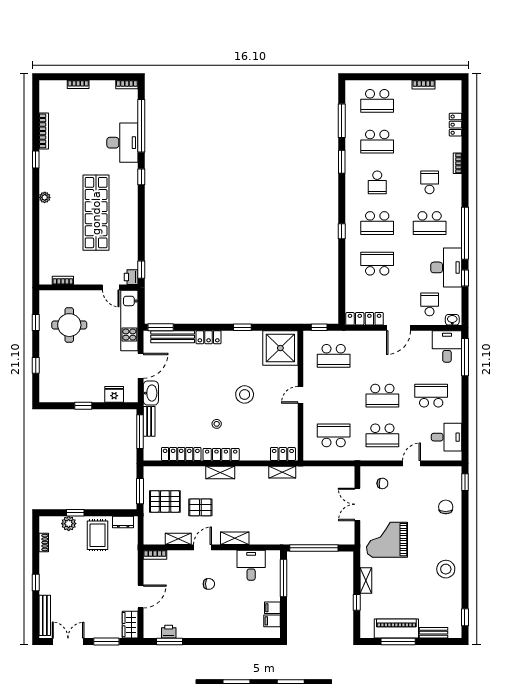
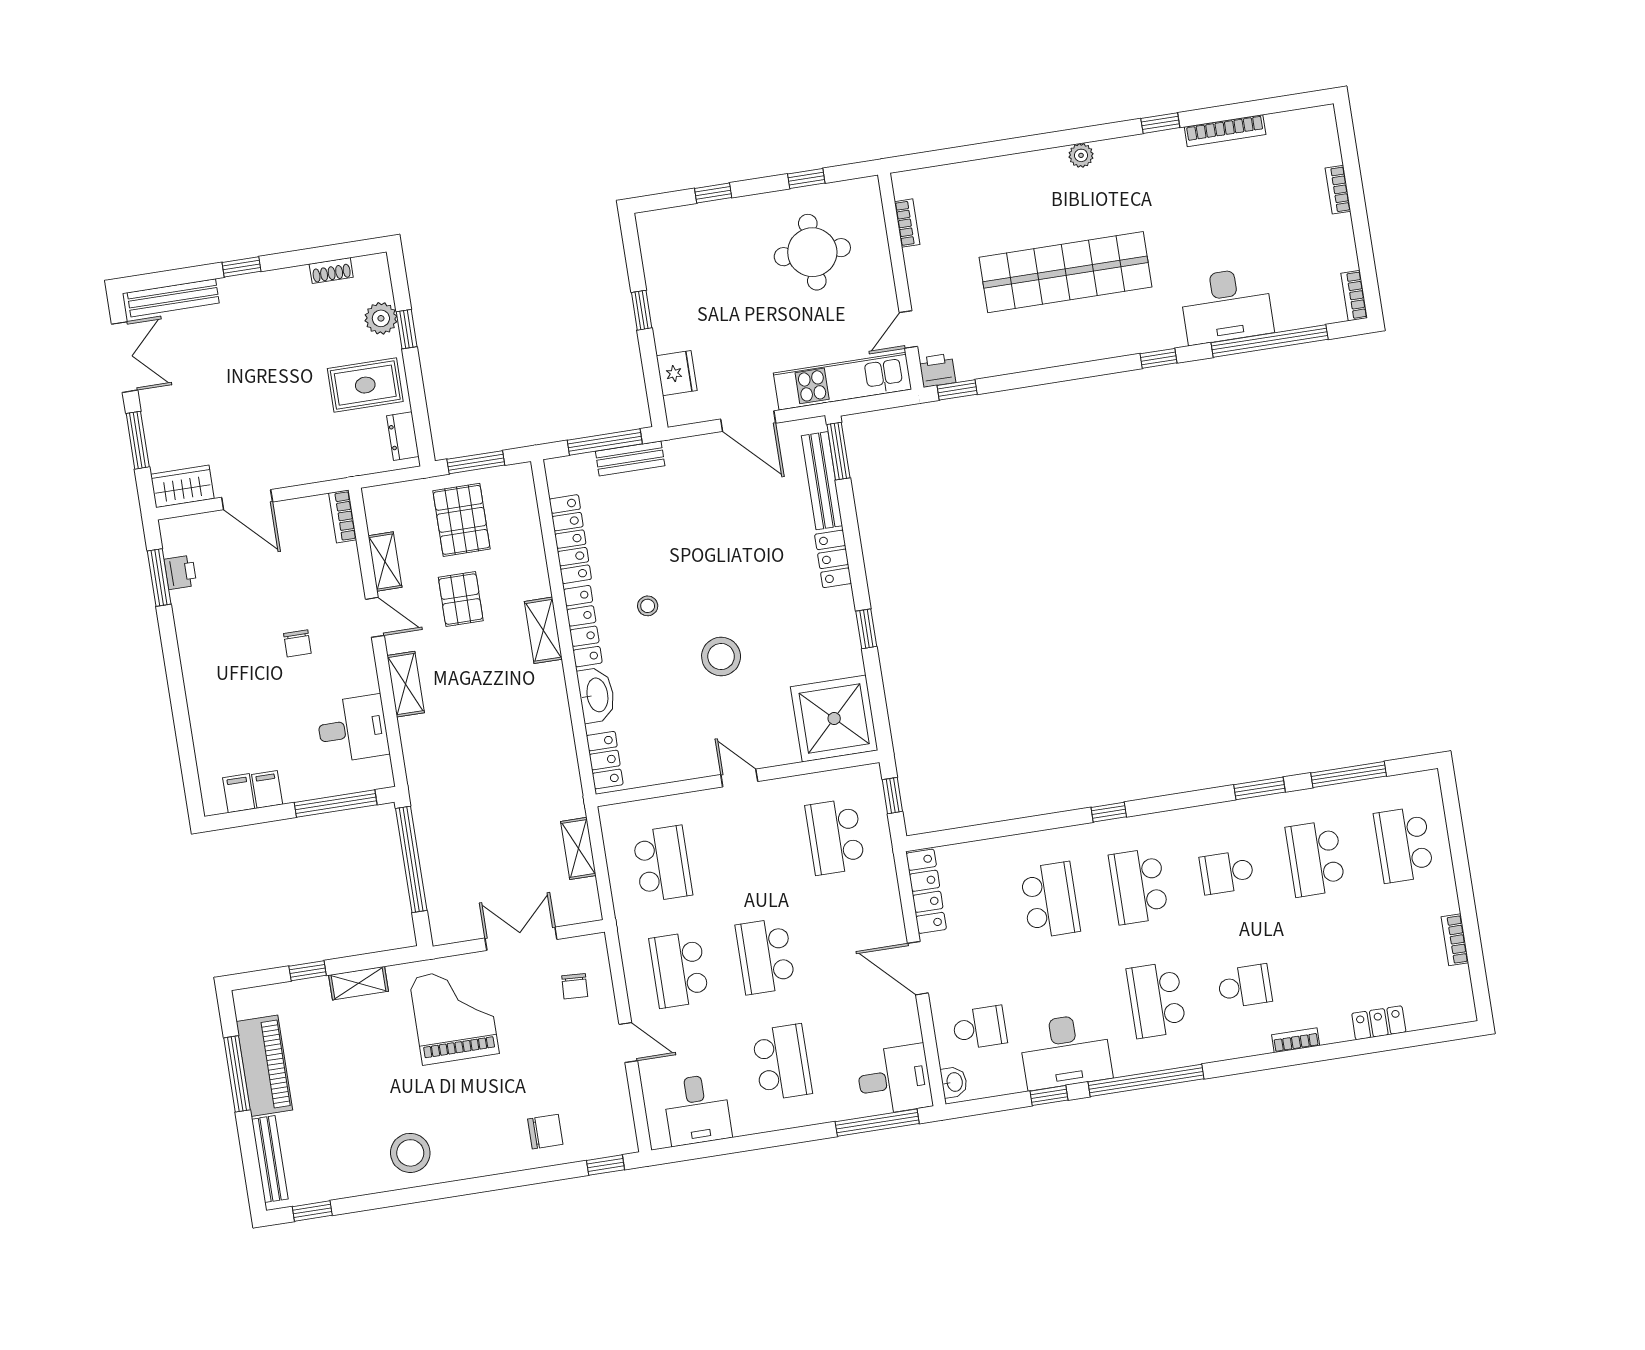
washbasin: (151, 393) -> (596, 695), moved, turned -90
shelving: (282, 472) -> (578, 848), moved
bench: (434, 633) -> (270, 1159), width x1.36

